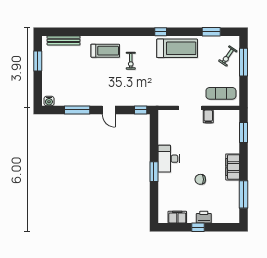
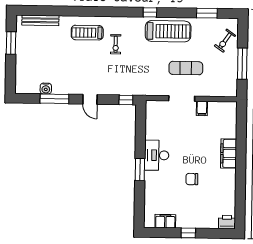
treadmill: (105, 51) -> (87, 33), turned 180
window: (244, 62) -> (242, 64), moved
exercise mat: (221, 93) -> (186, 68), moved
water cooler: (49, 101) -> (46, 89), moved
window: (244, 132) -> (241, 127), removed
filing cabinet: (233, 167) -> (229, 154), moved
window: (244, 194) -> (240, 197), removed
printer: (204, 217) -> (227, 222), moved

